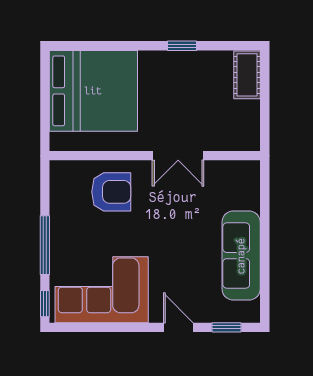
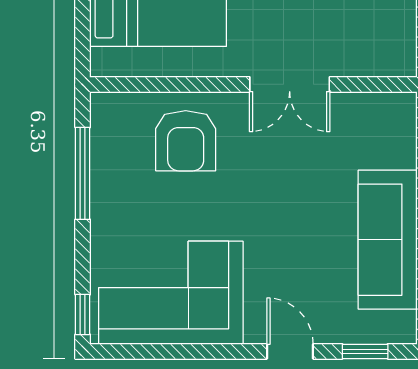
armchair: (111, 192) -> (186, 141), turned 90
window: (45, 245) -> (83, 173), moved

